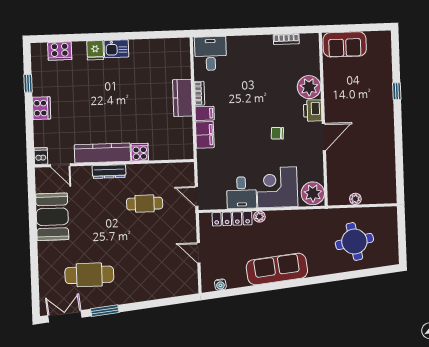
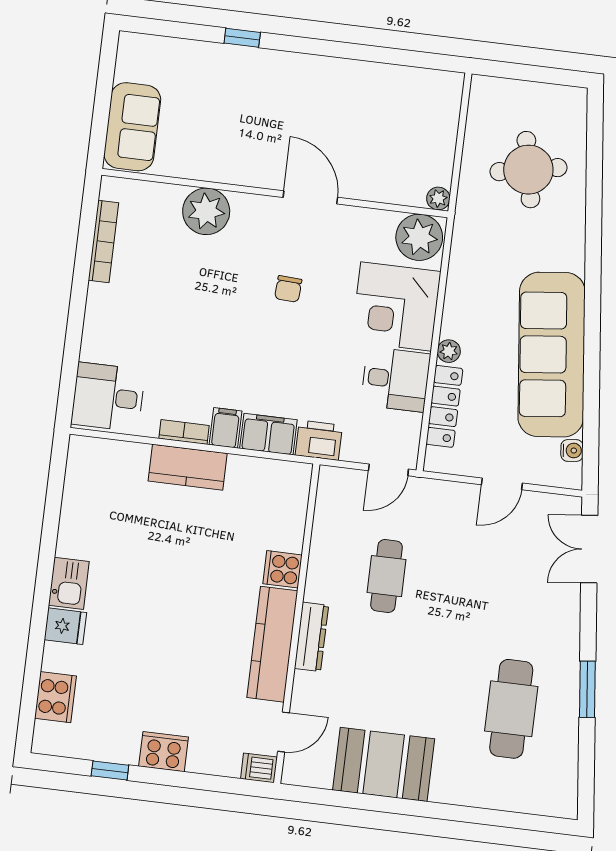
bookcase: (286, 39) -> (103, 241), width x1.56
printer: (313, 111) -> (319, 440), moved, turned 180
plant: (355, 199) -> (438, 198), moved
sofa: (277, 269) -> (552, 355), width x1.36, depth x1.27
double door: (65, 316) -> (589, 549), moved

